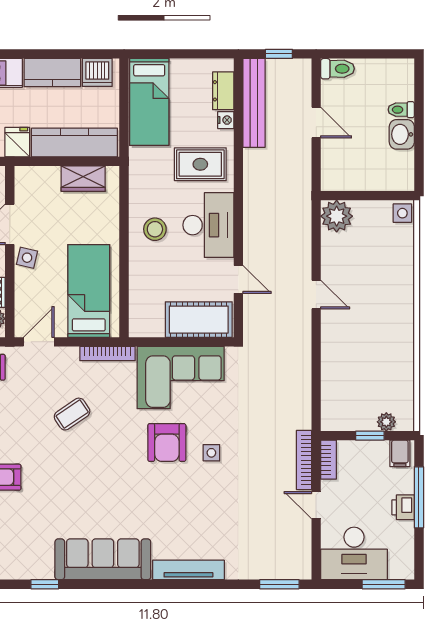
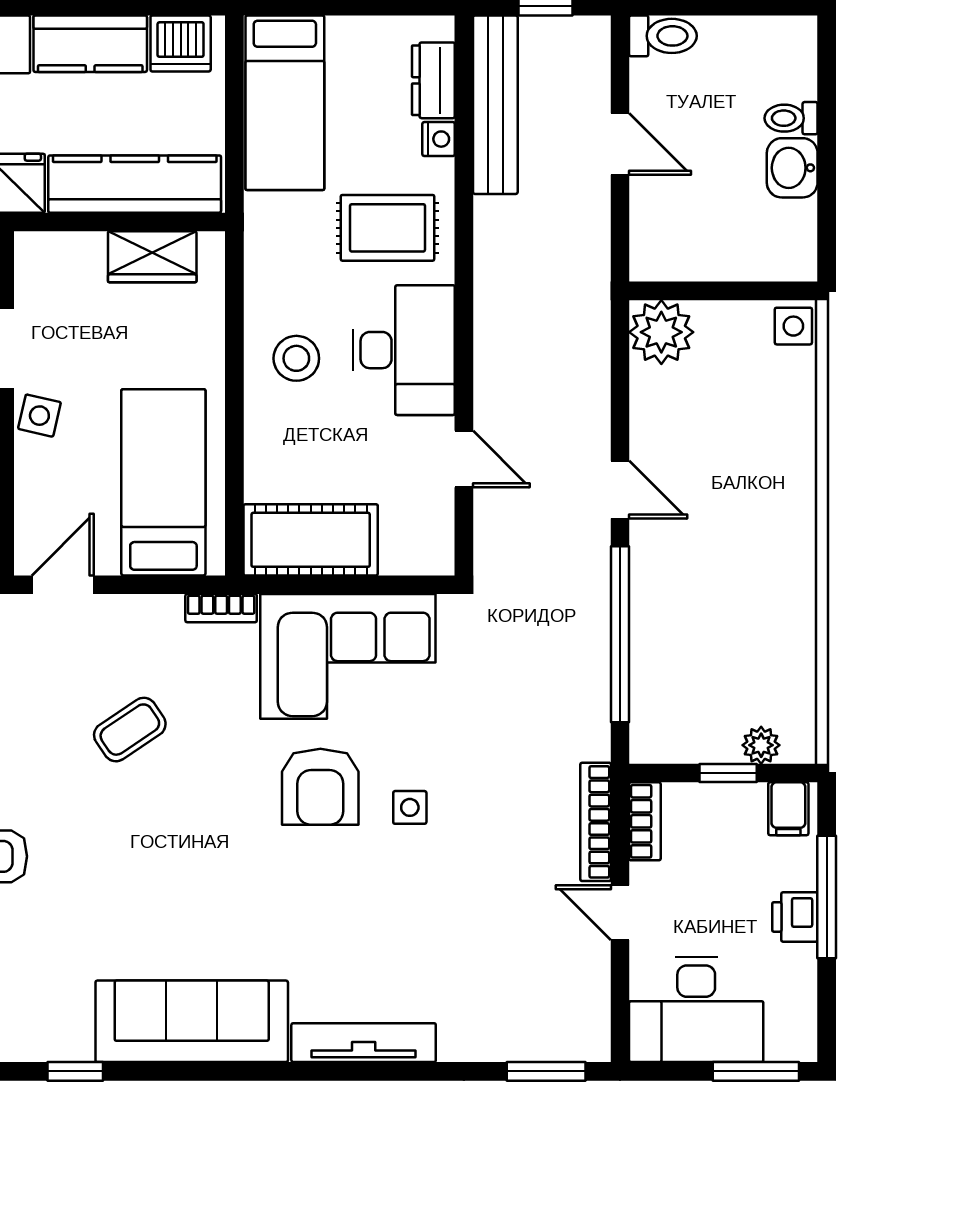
cot: (199, 320) -> (311, 540), moved
bookcase: (107, 354) -> (221, 608), width x0.64
window: (316, 367) -> (620, 634), added

